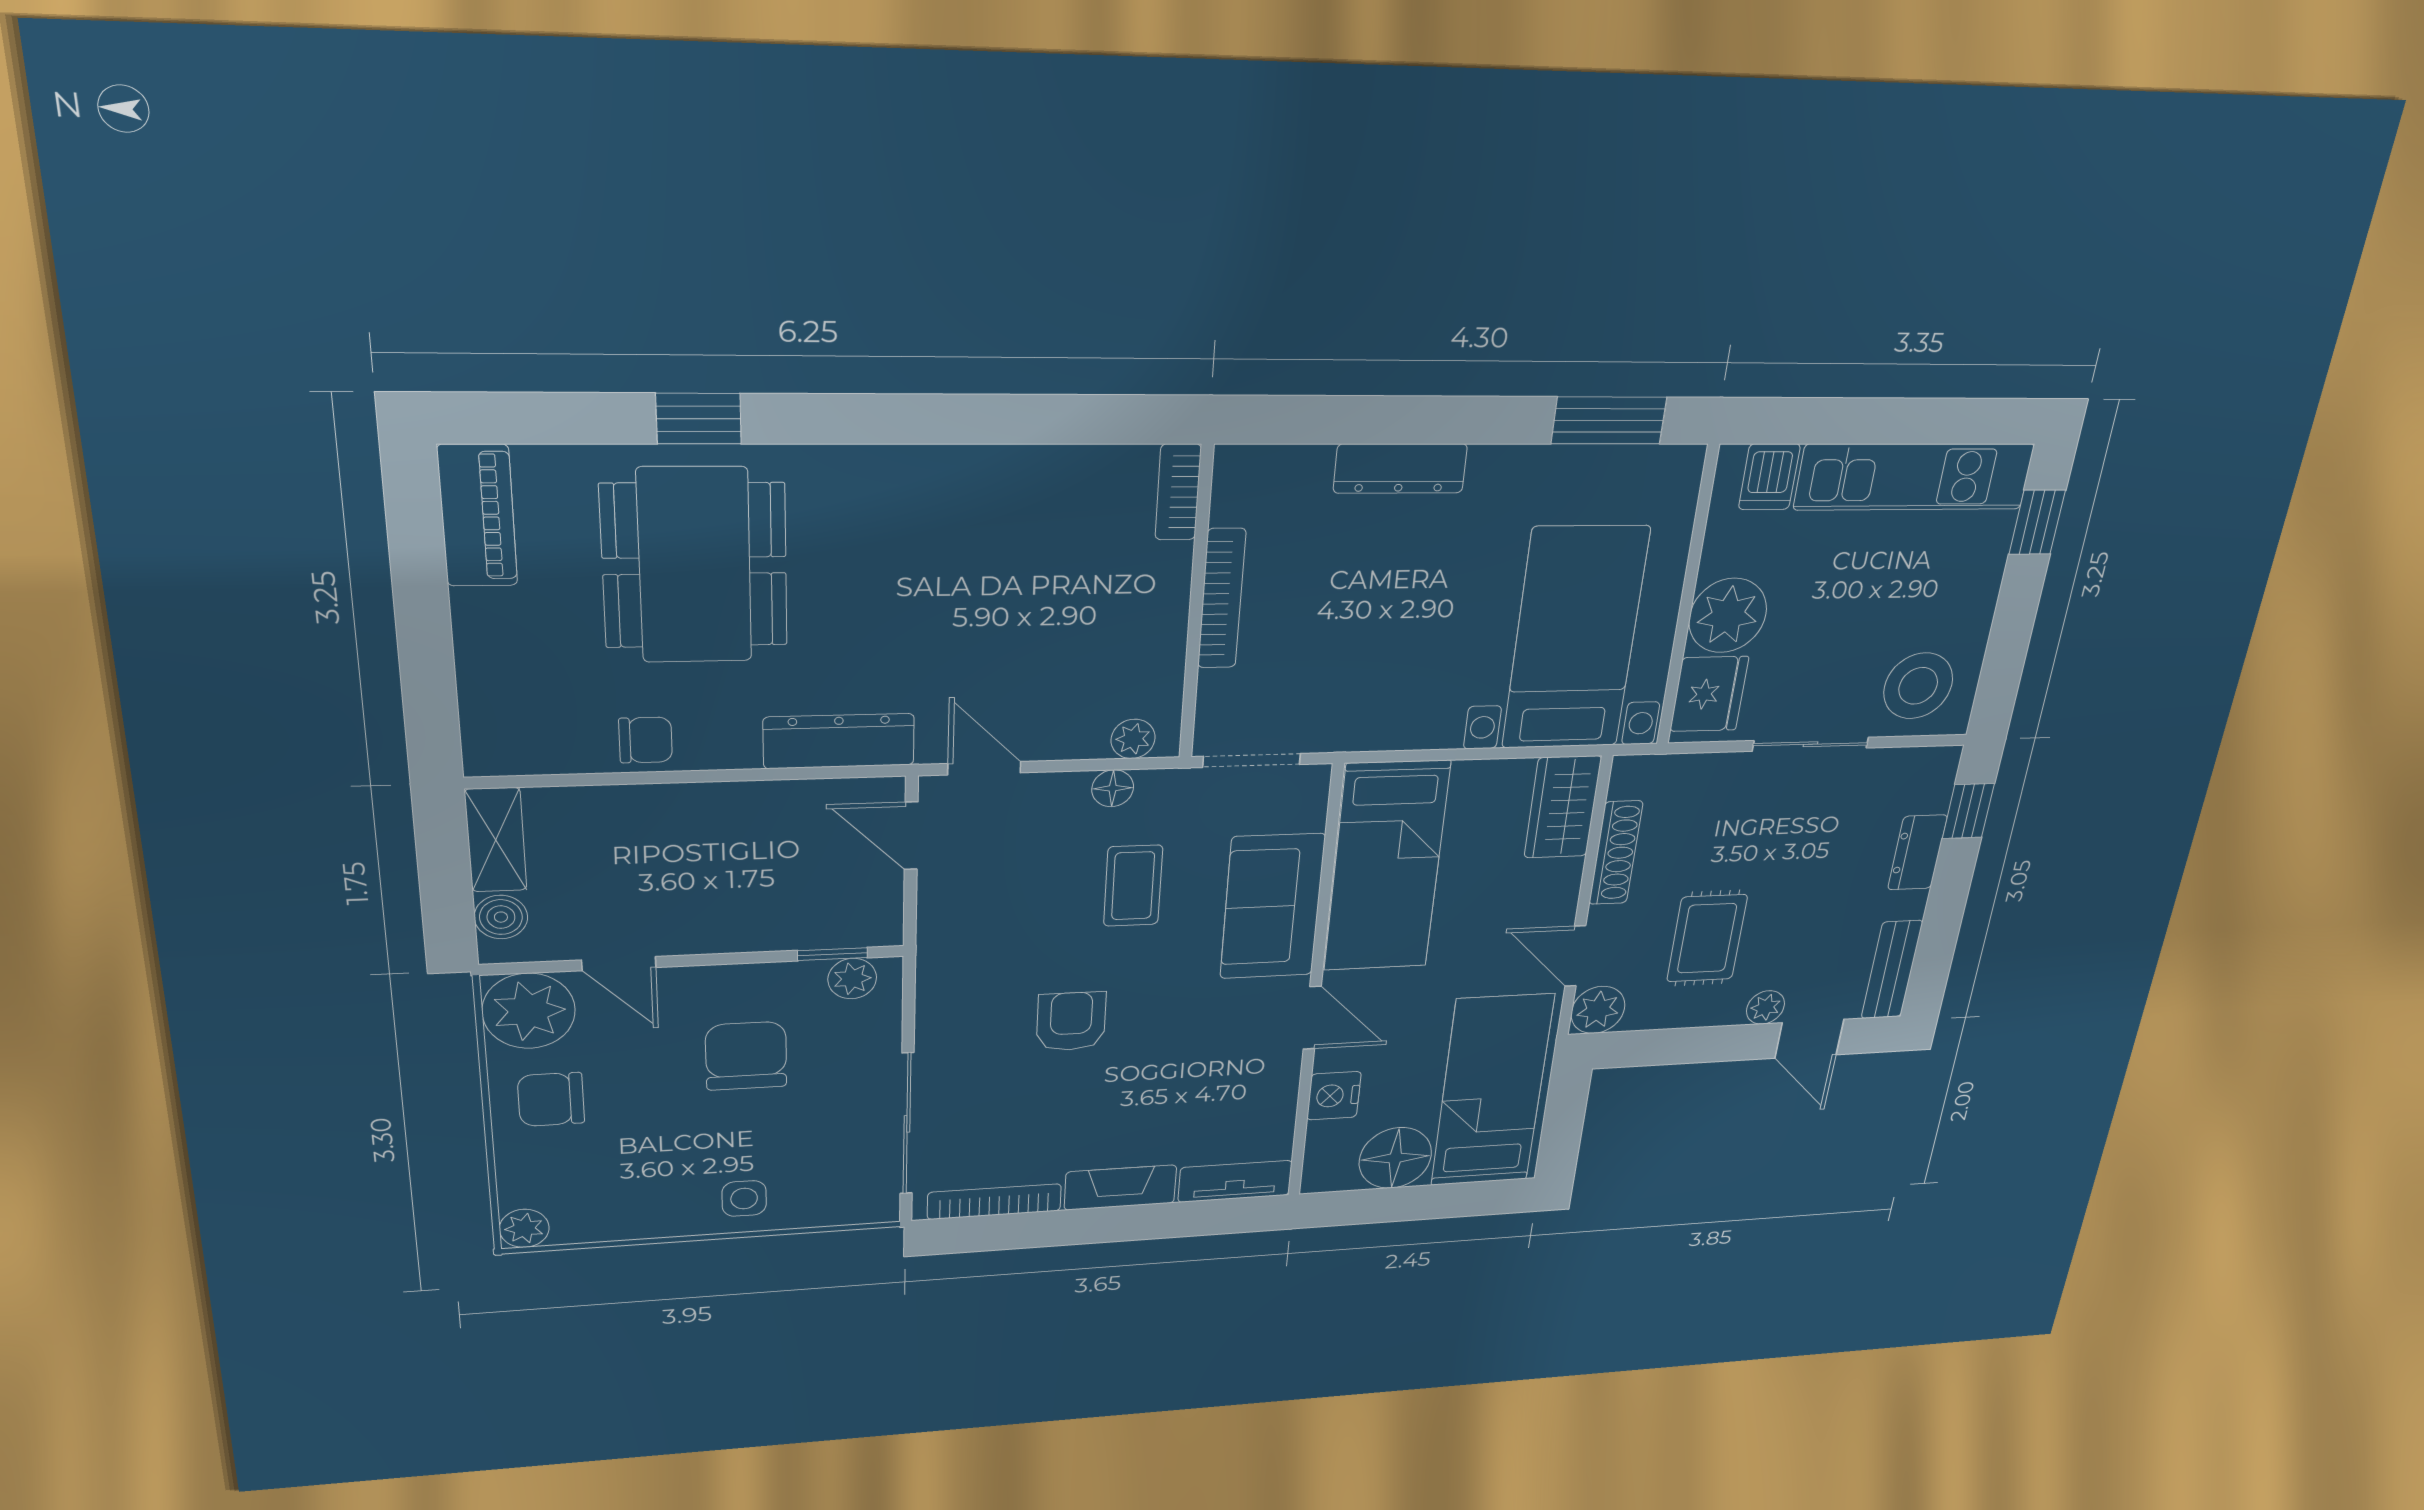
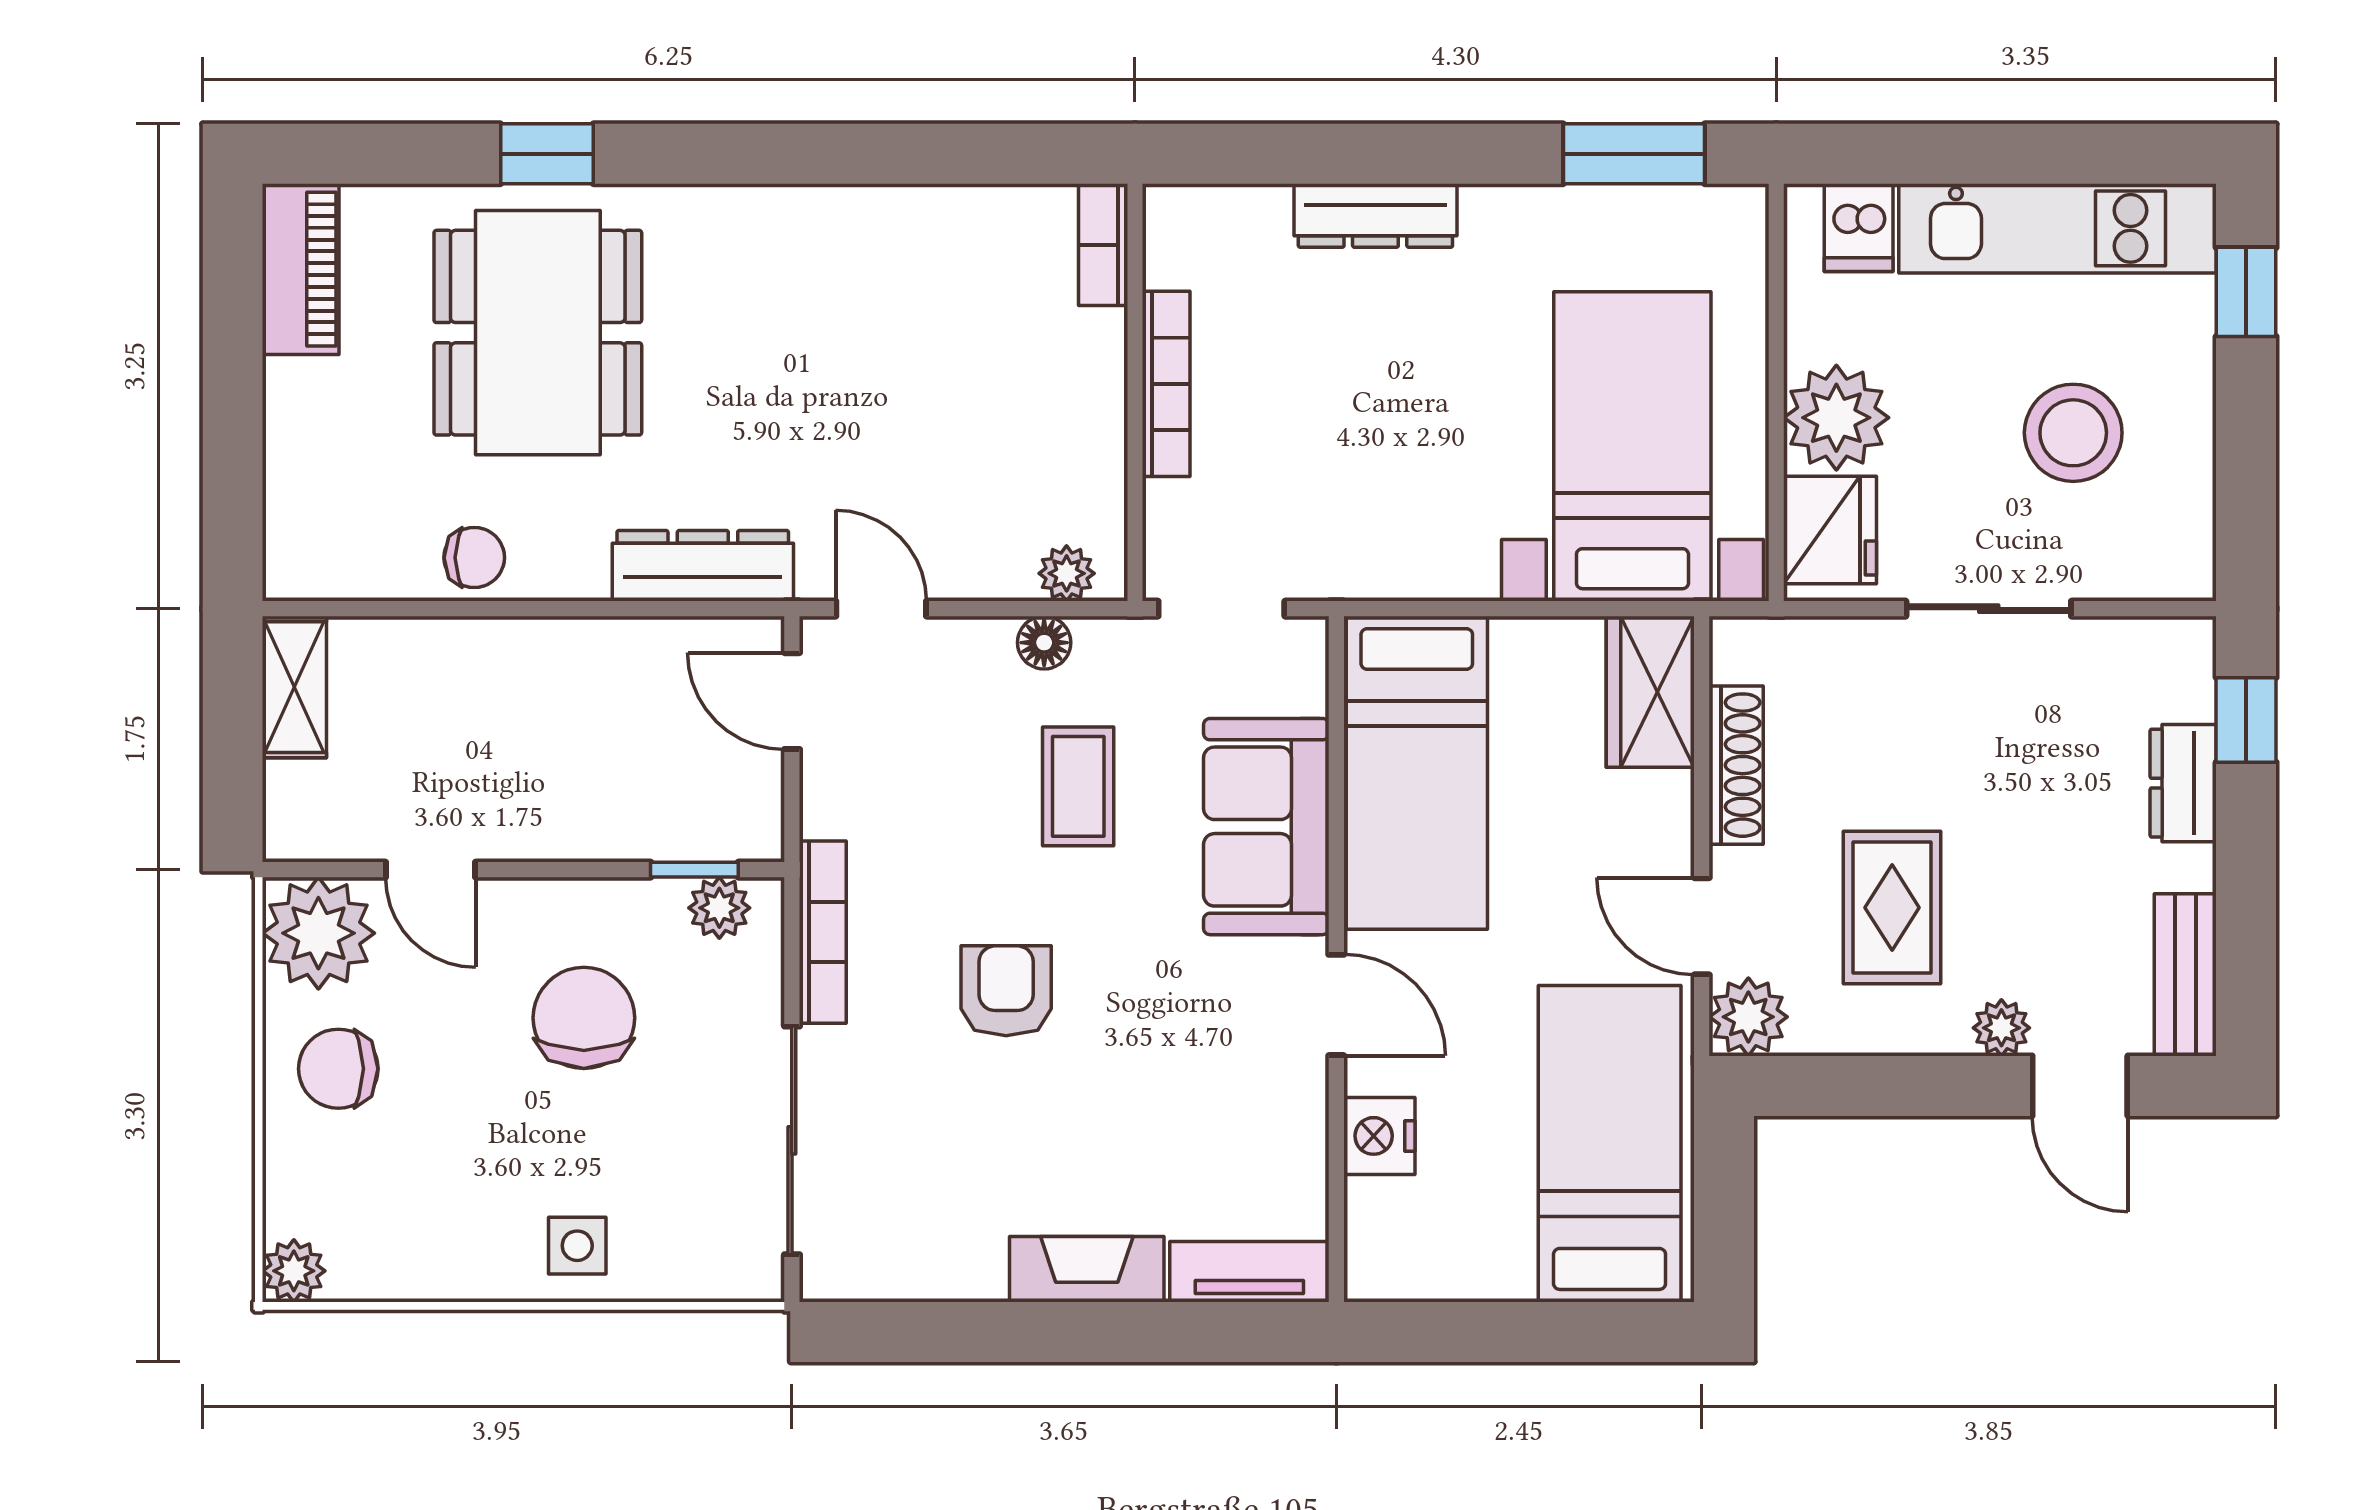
stool: (1918, 686) -> (2073, 433), moved
boiler: (501, 917) -> (294, 795), removed
floor lamp: (1395, 1158) -> (1480, 1250), removed
bookcase: (994, 1202) -> (823, 932), moved, turned 90

